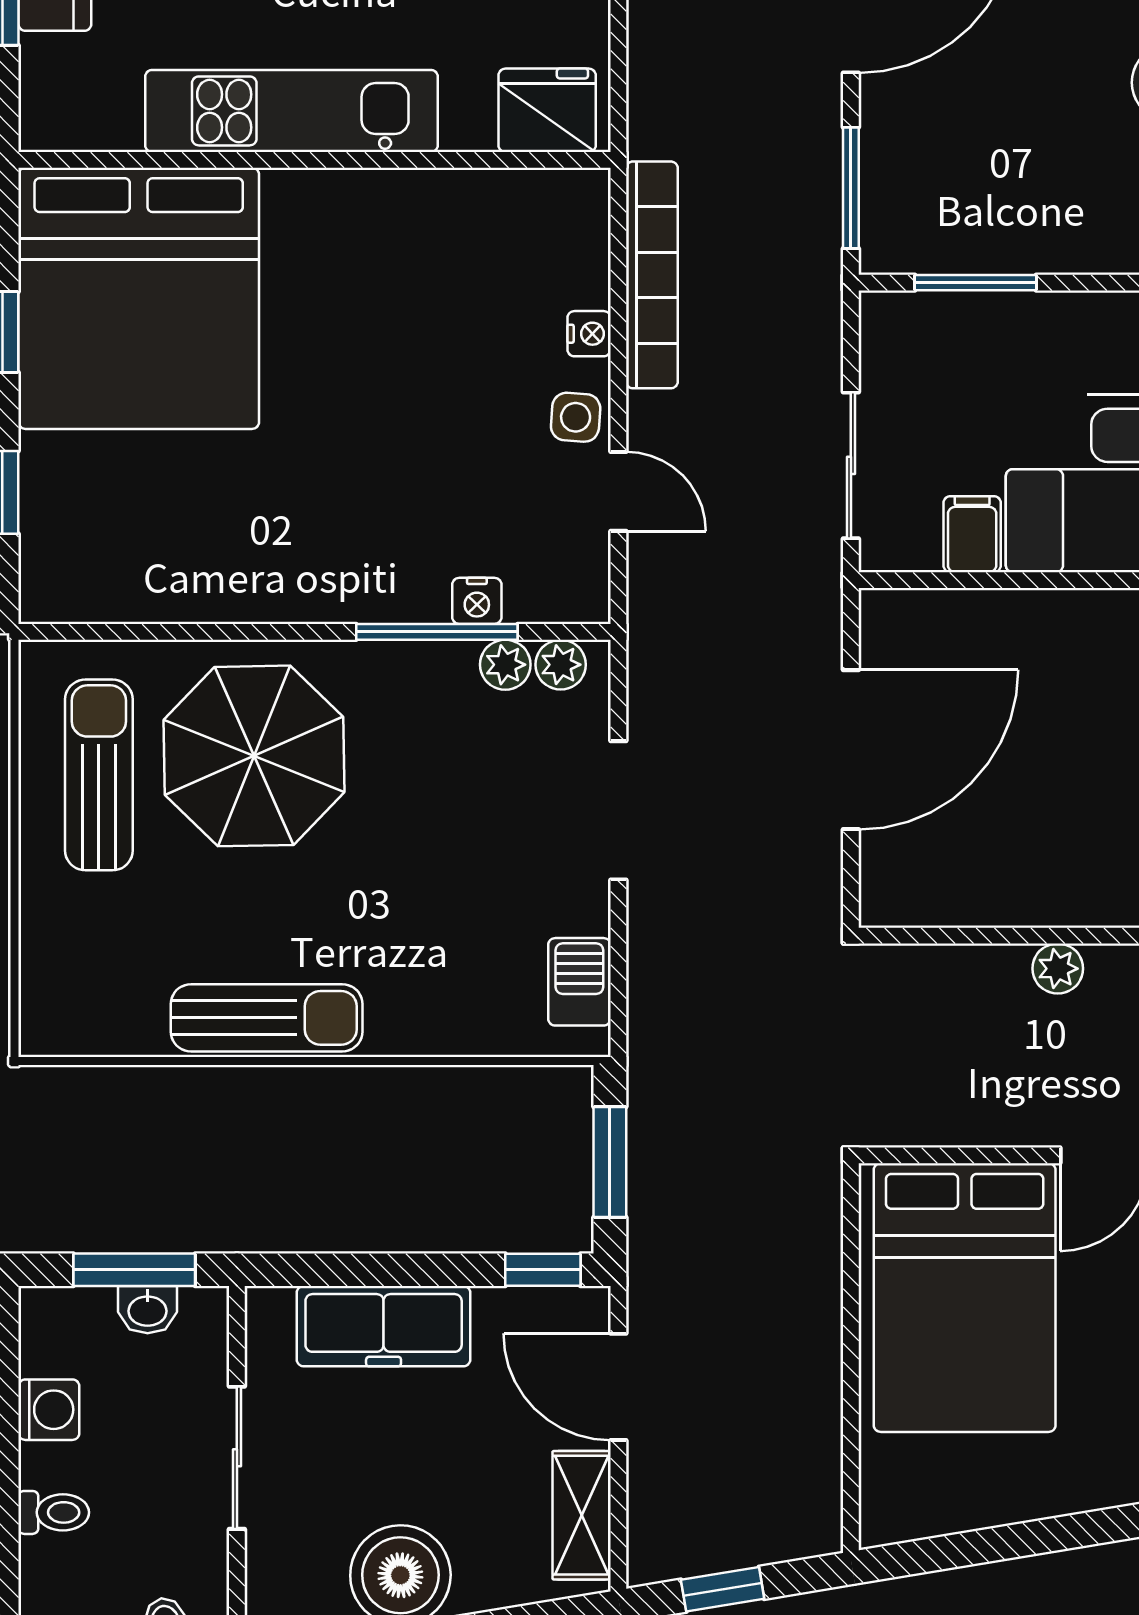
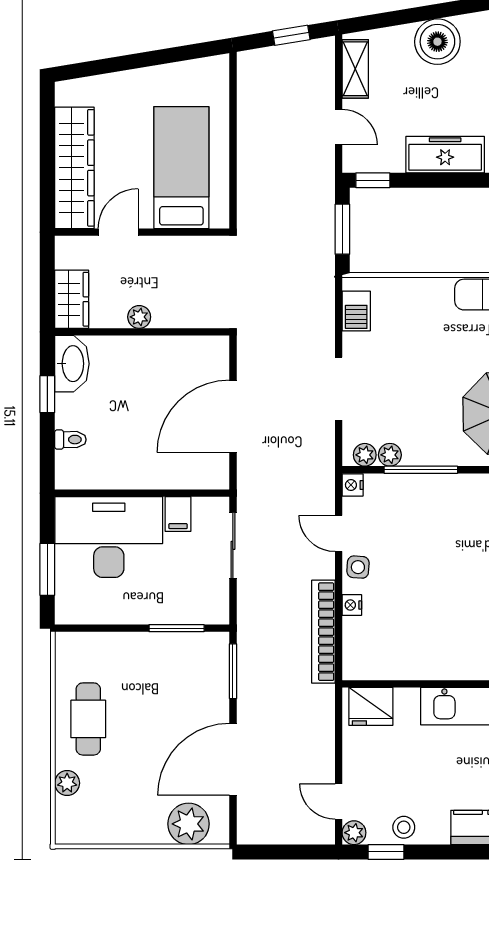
nightstand: (477, 601) -> (353, 485), moved, turned -90
bed: (965, 1298) -> (181, 168), width x0.67
door: (618, 1387) -> (339, 127), width x0.73

